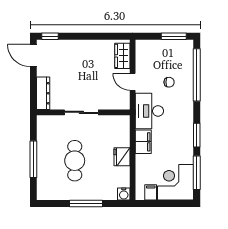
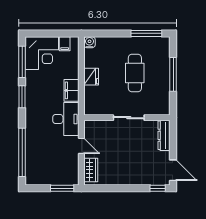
window: (174, 36) -> (62, 188), moved
chair: (169, 82) -> (48, 146), removed
window: (86, 203) -> (146, 33), moved

